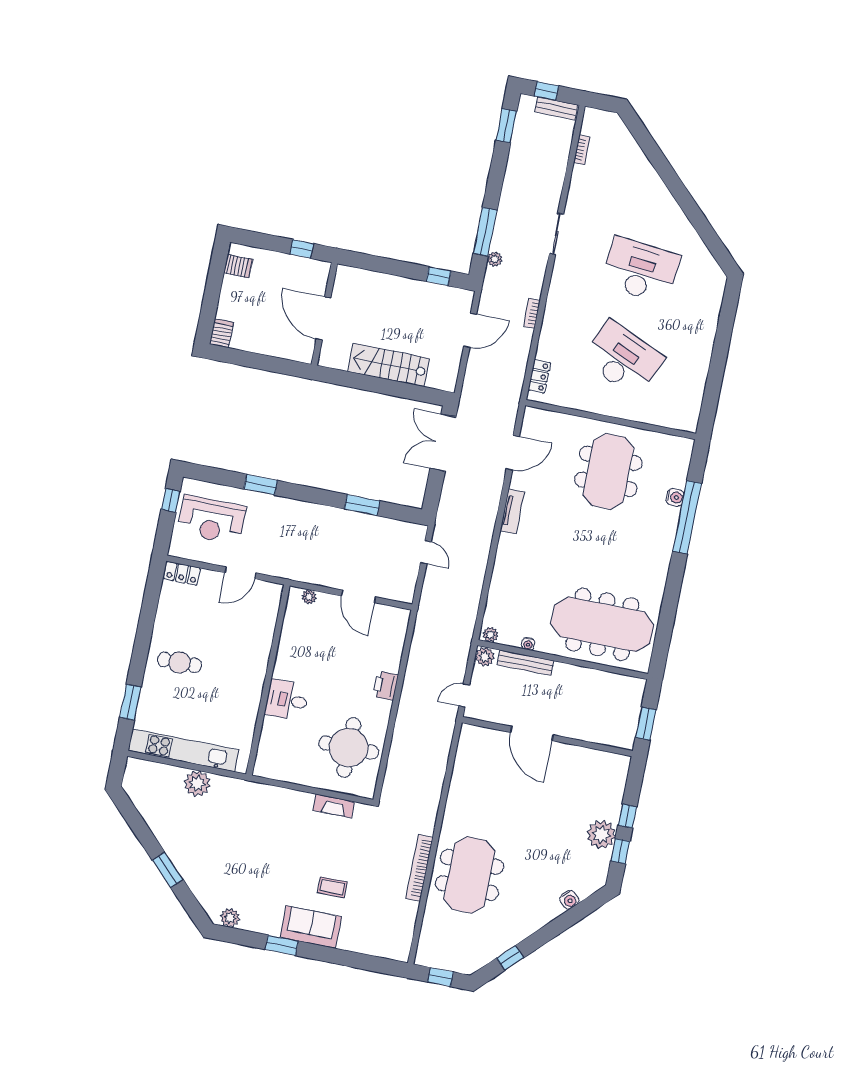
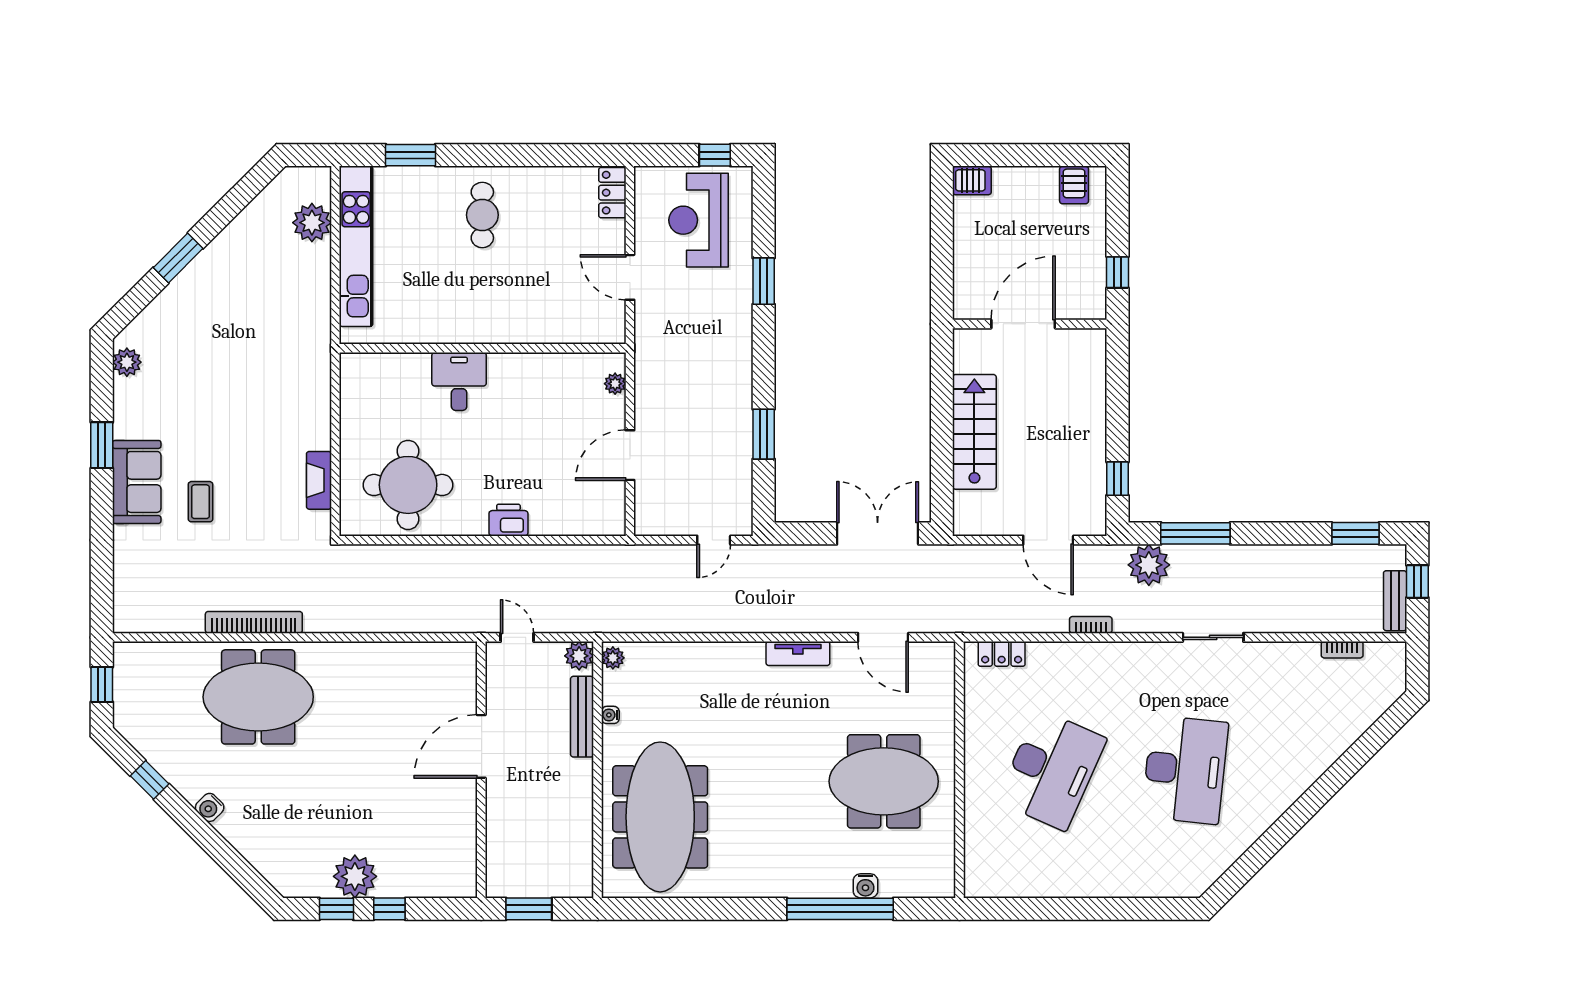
plant: (495, 259) -> (1149, 565), width x1.87, depth x1.87
plant: (197, 783) -> (312, 223), moved
water cooler: (569, 900) -> (210, 807), moved

